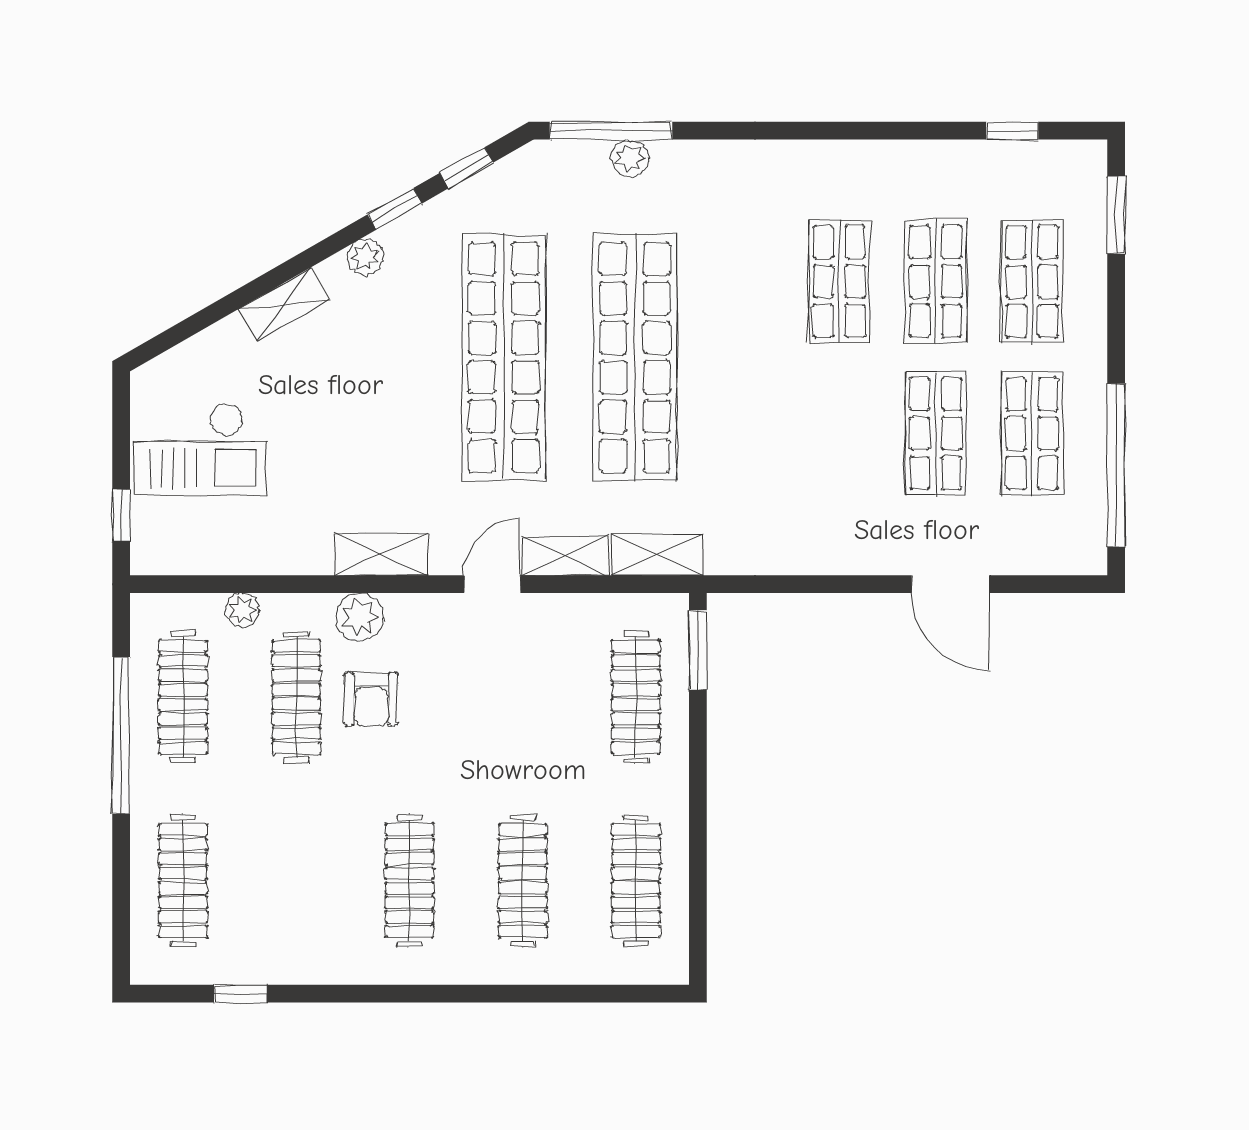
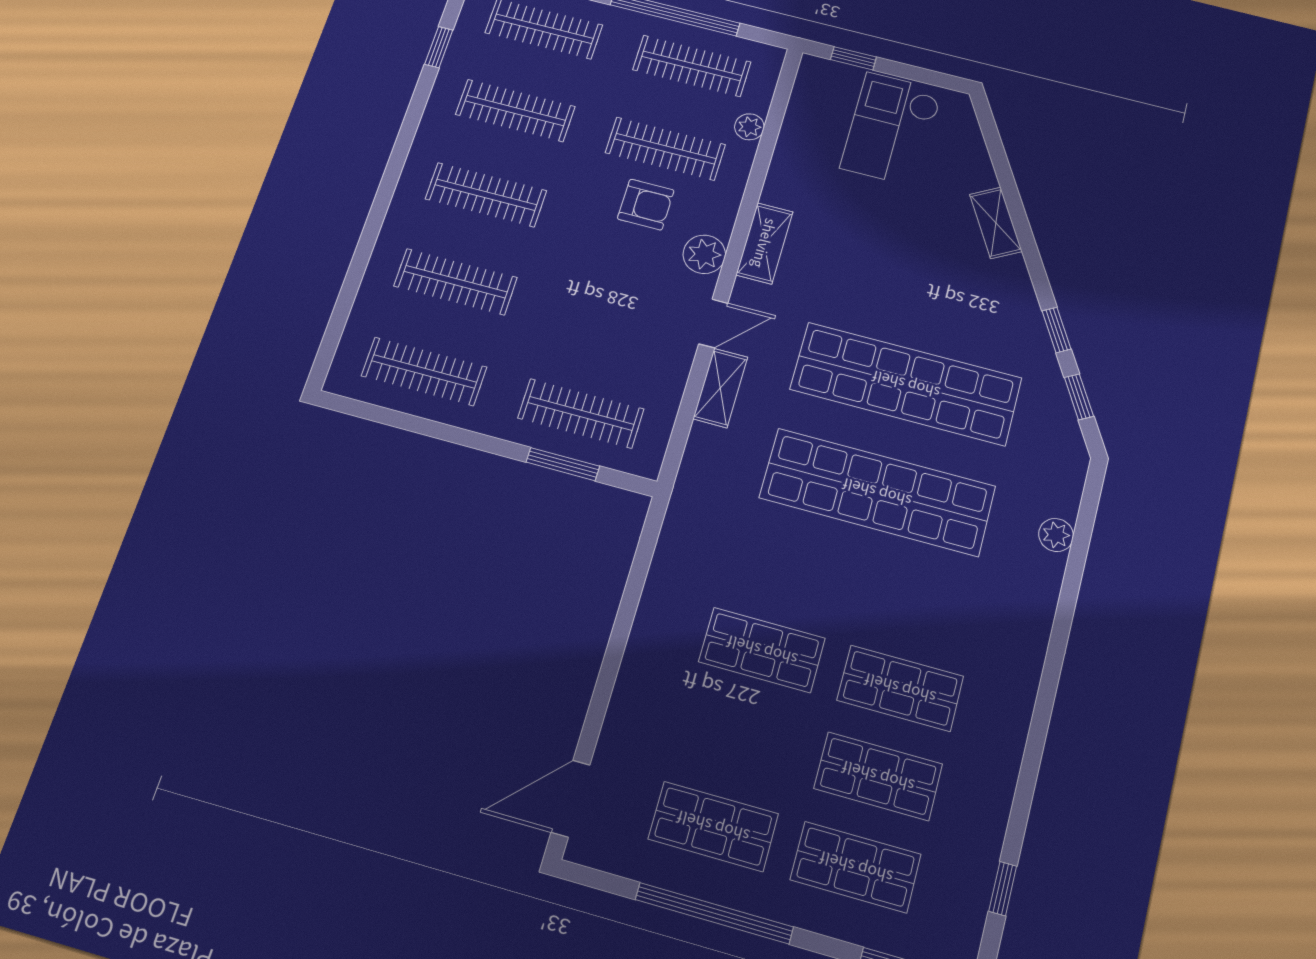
window: (611, 131) -> (1084, 526), removed
plant: (365, 257) -> (1021, 296), removed
shop shelf: (936, 433) -> (762, 650), moved
window: (1116, 465) -> (714, 913), moved
shelving: (658, 555) -> (699, 464), removed
door: (492, 584) -> (713, 323), hinge flipped
door: (950, 584) -> (571, 799), moved
plant: (359, 617) -> (704, 254), moved
window: (698, 650) -> (563, 464), moved
armchair: (371, 699) -> (646, 205), turned 180
clothes rail: (296, 881) -> (515, 111), added

